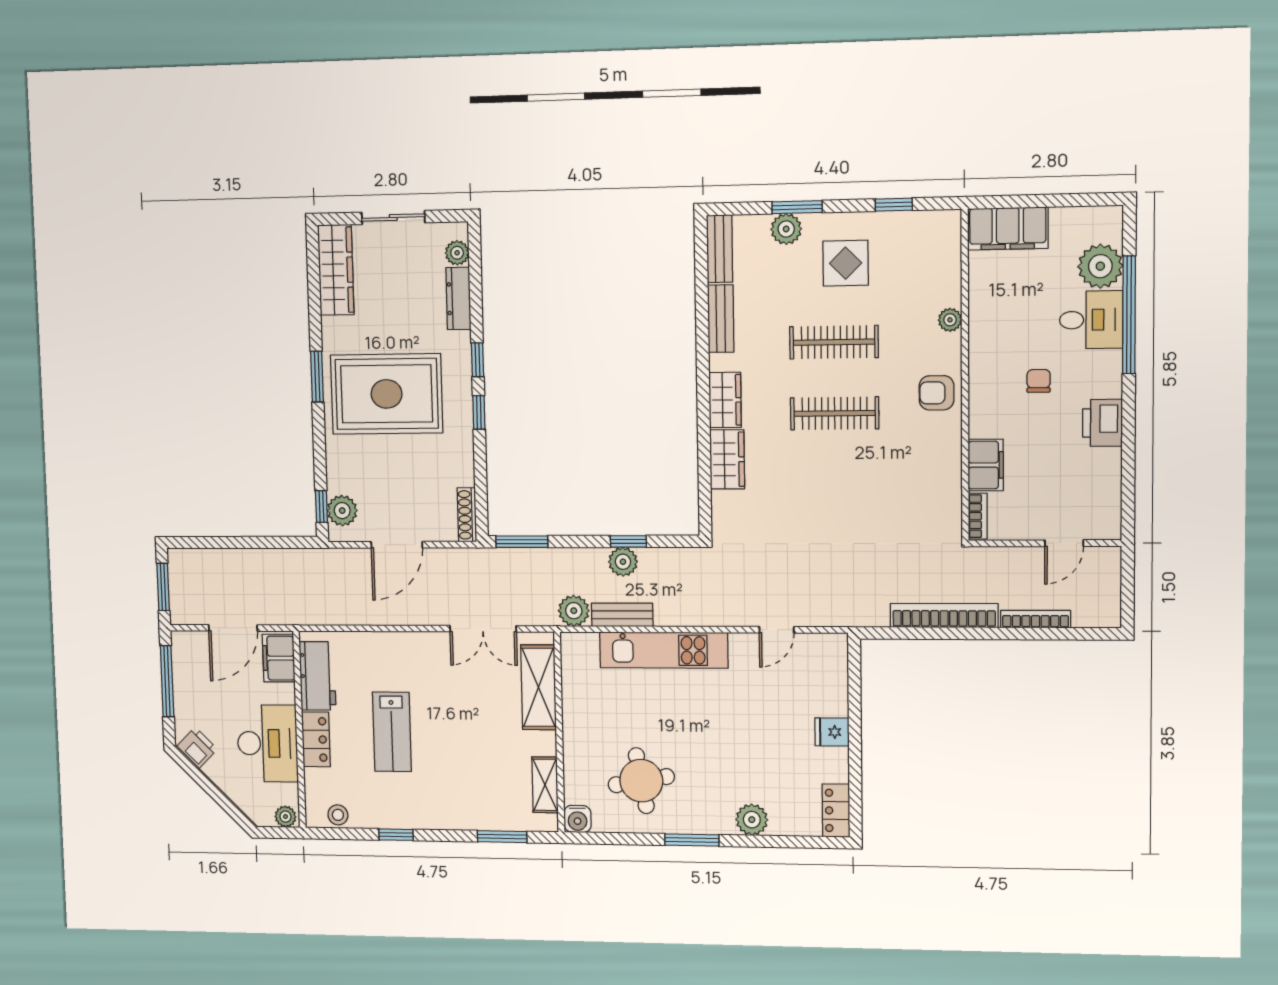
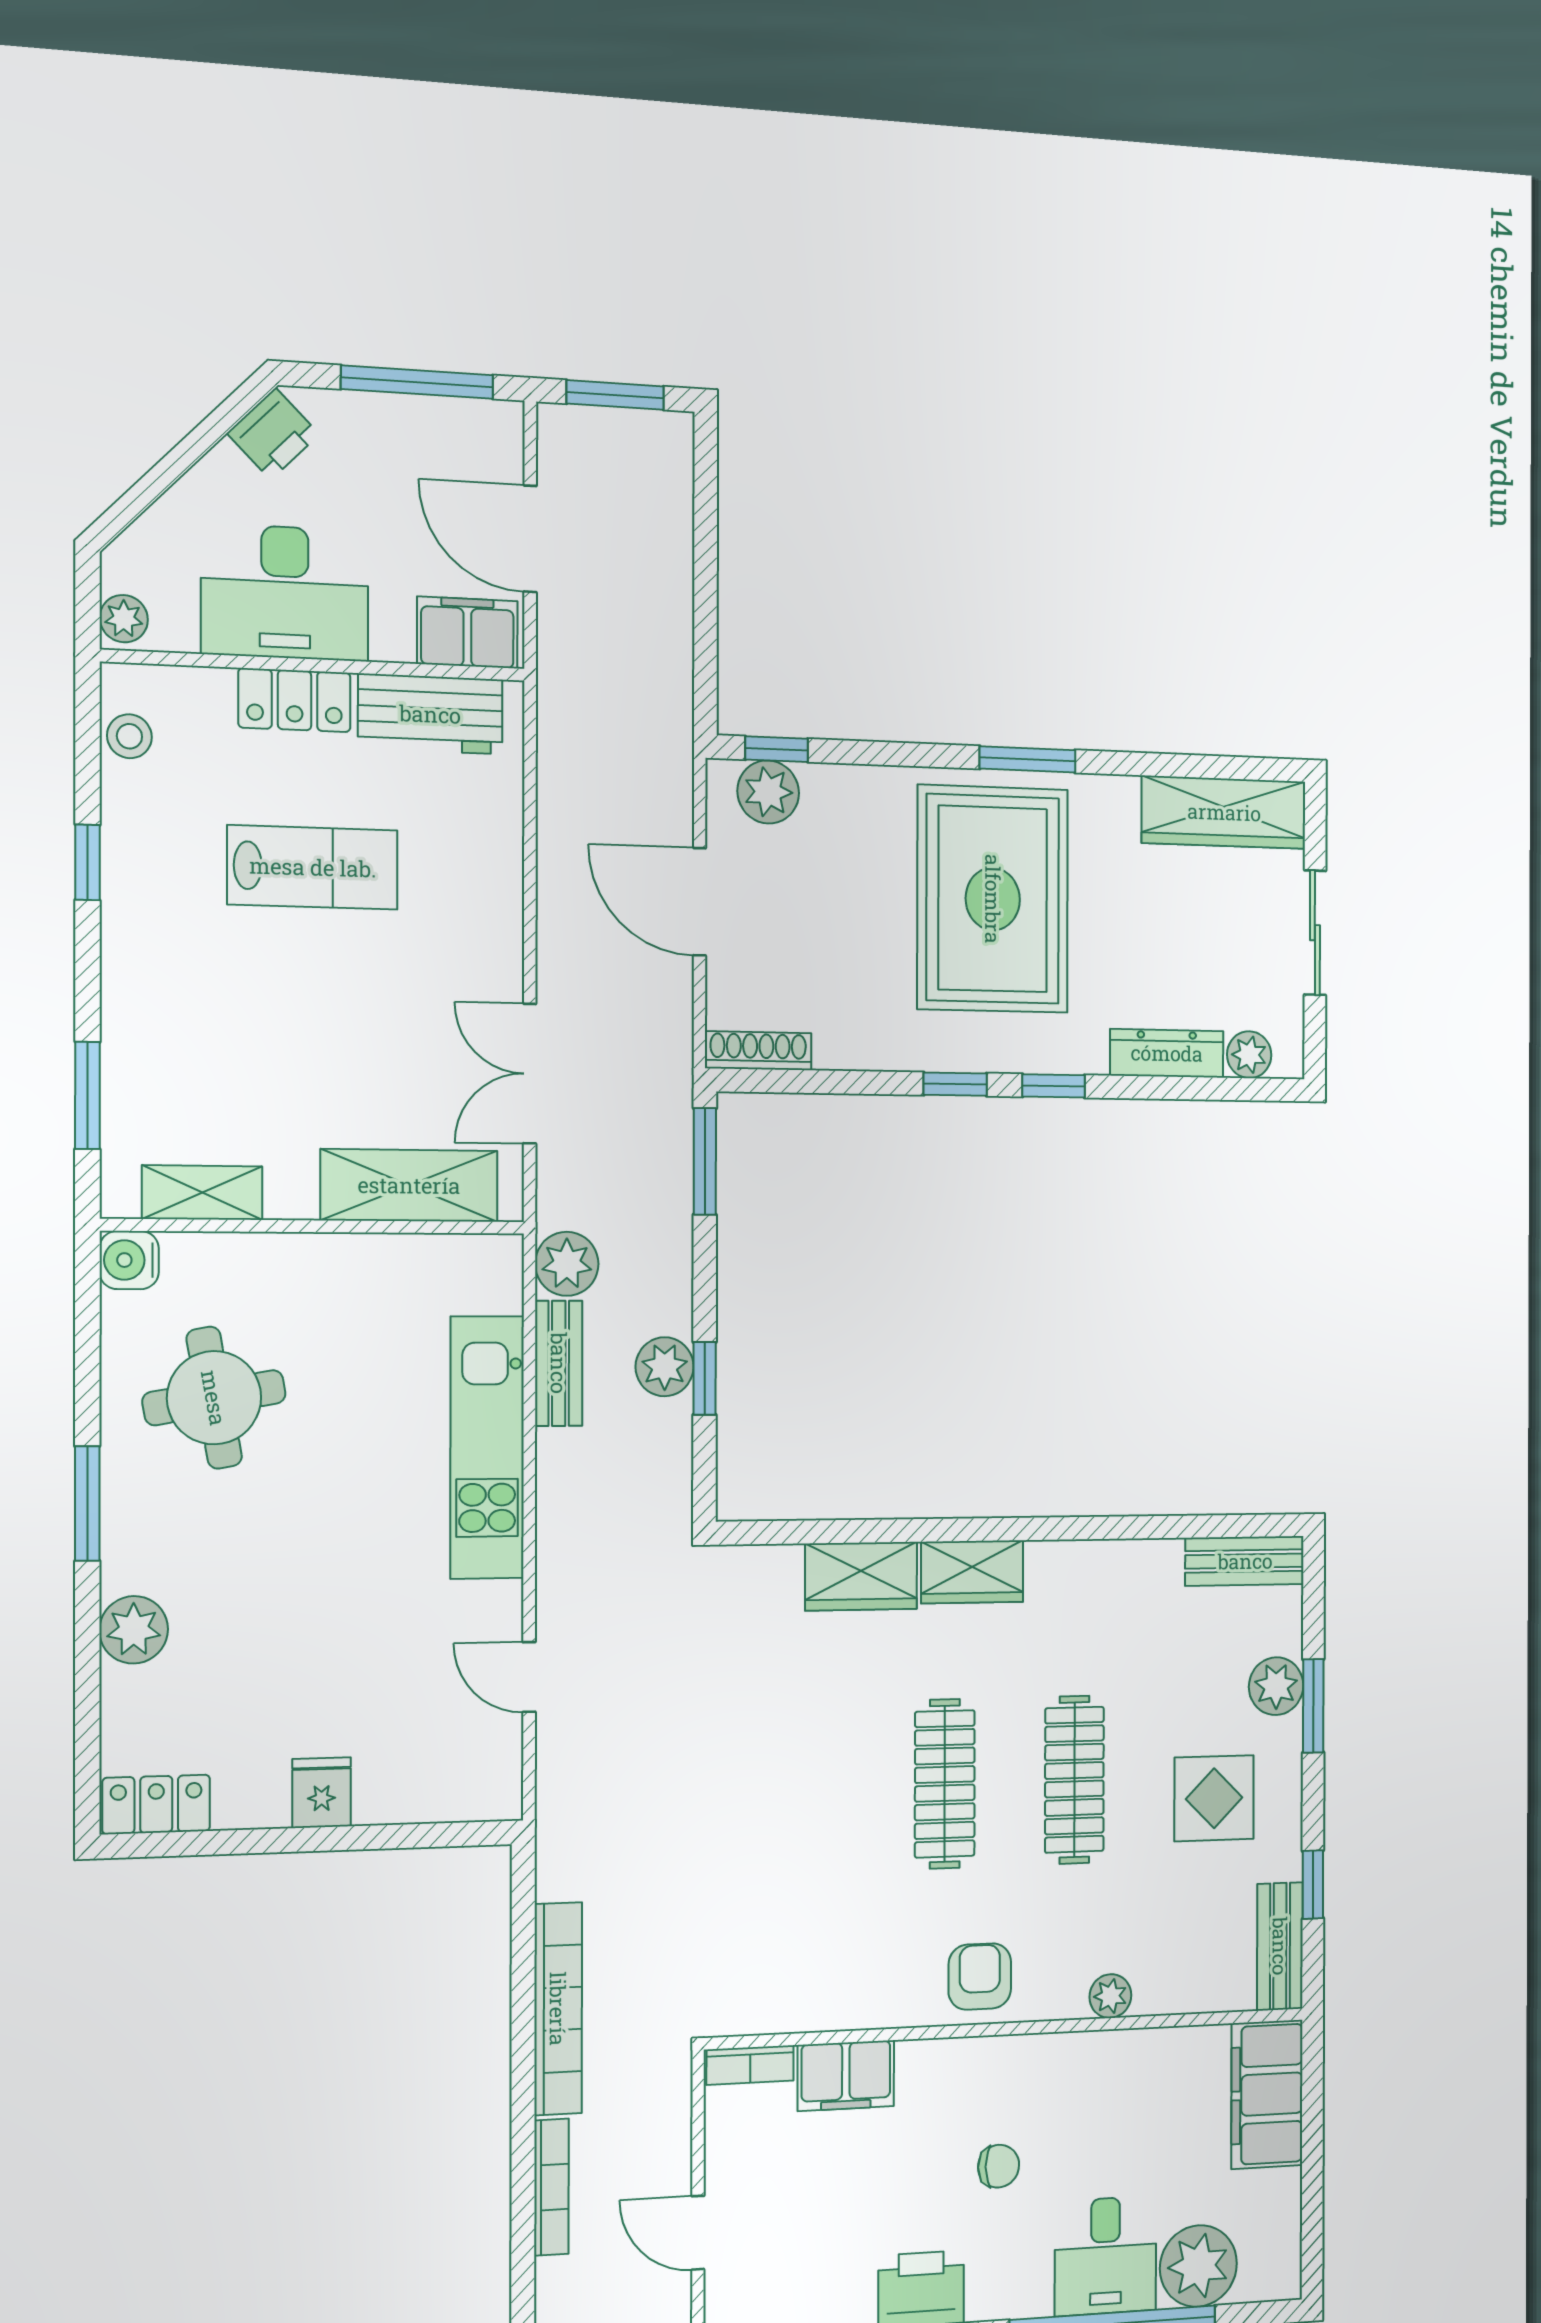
bench: (721, 319) -> (1280, 1946), moved, turned 90
lab bench: (392, 732) -> (313, 867), turned 180

